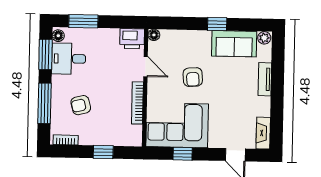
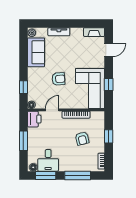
window: (83, 21) -> (23, 141), moved
window: (217, 24) -> (23, 87), moved
armchair: (81, 105) -> (82, 139), moved

